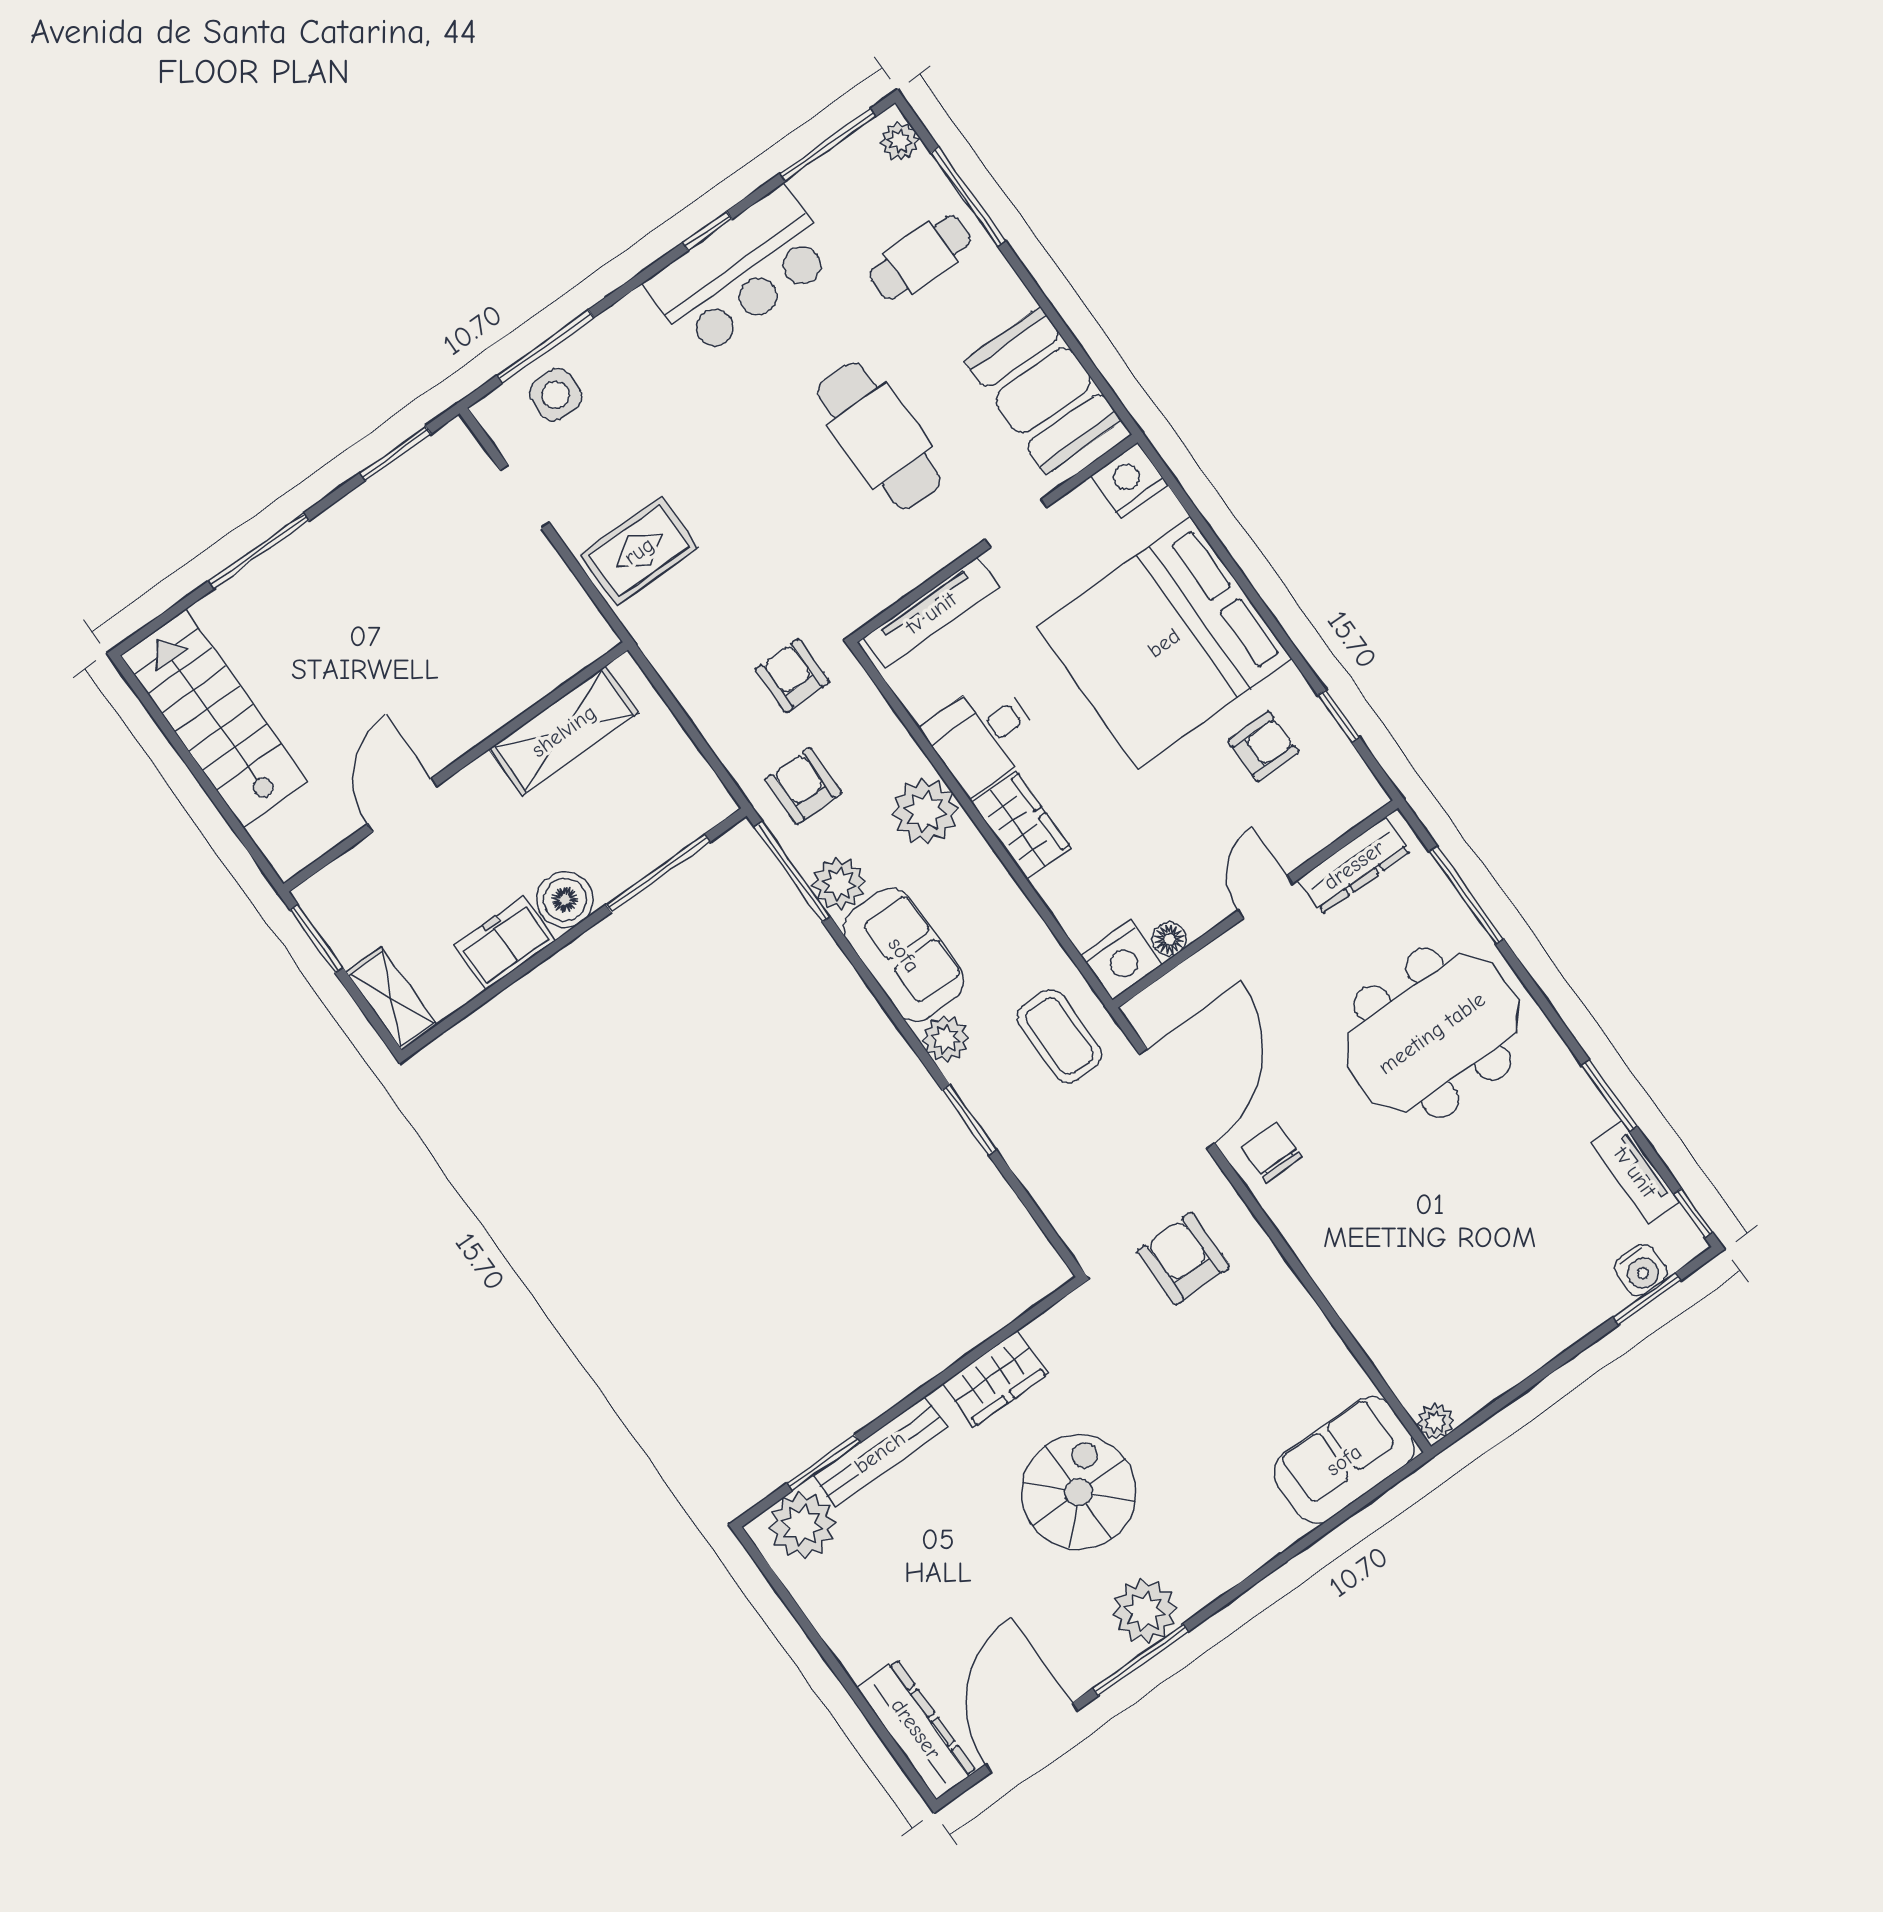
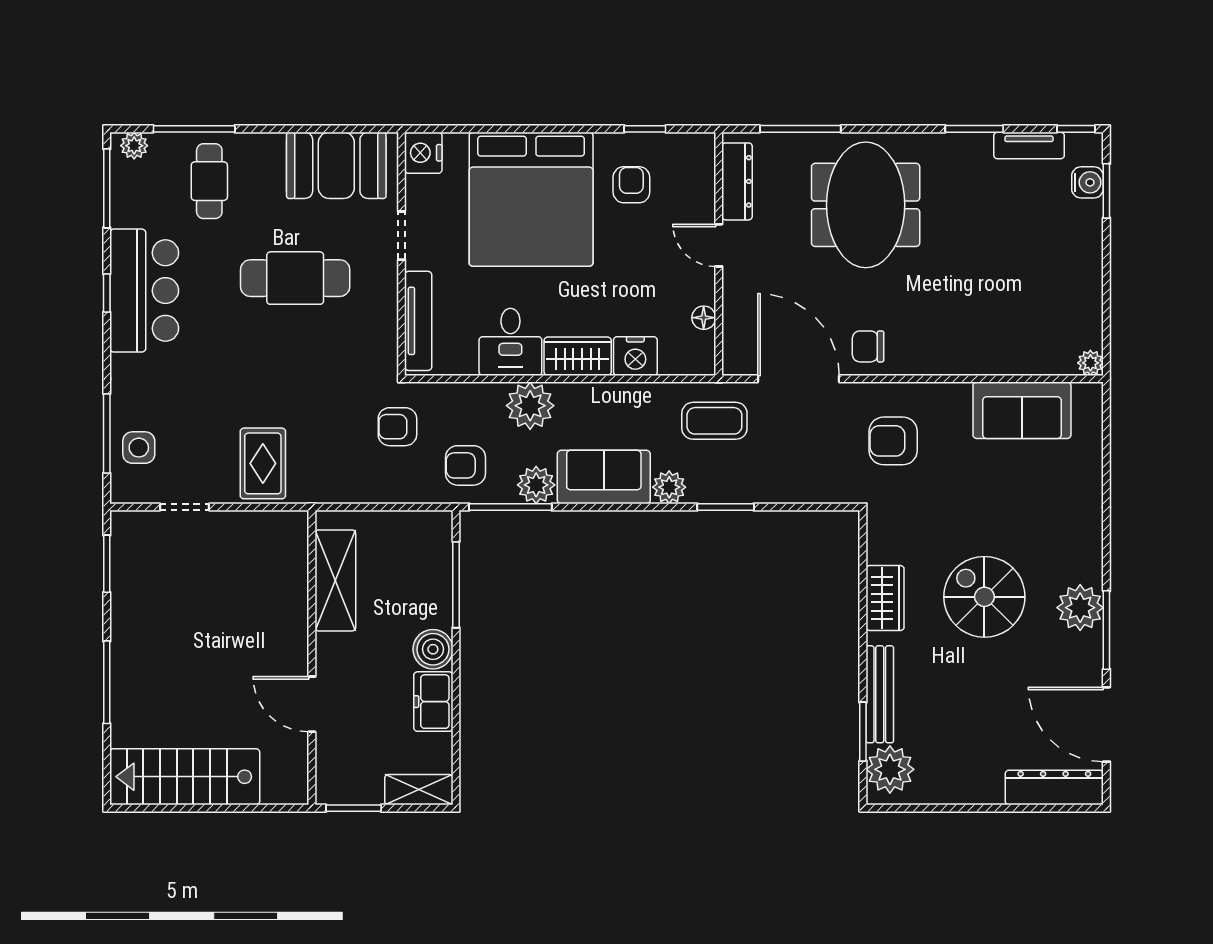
nightstand: (1121, 960) -> (635, 356), moved, turned 90
sofa: (1344, 1460) -> (1022, 410), moved, turned -90

